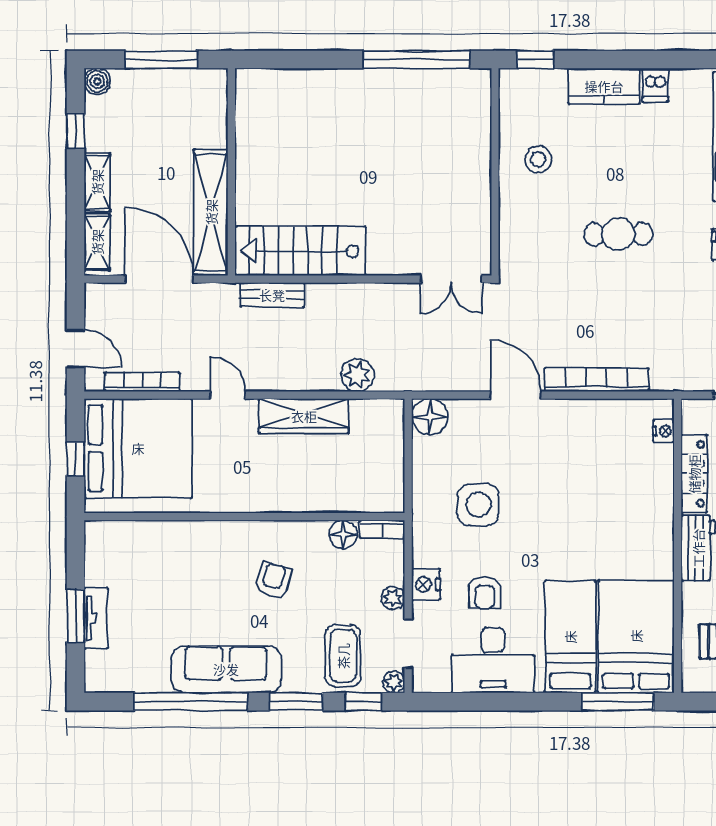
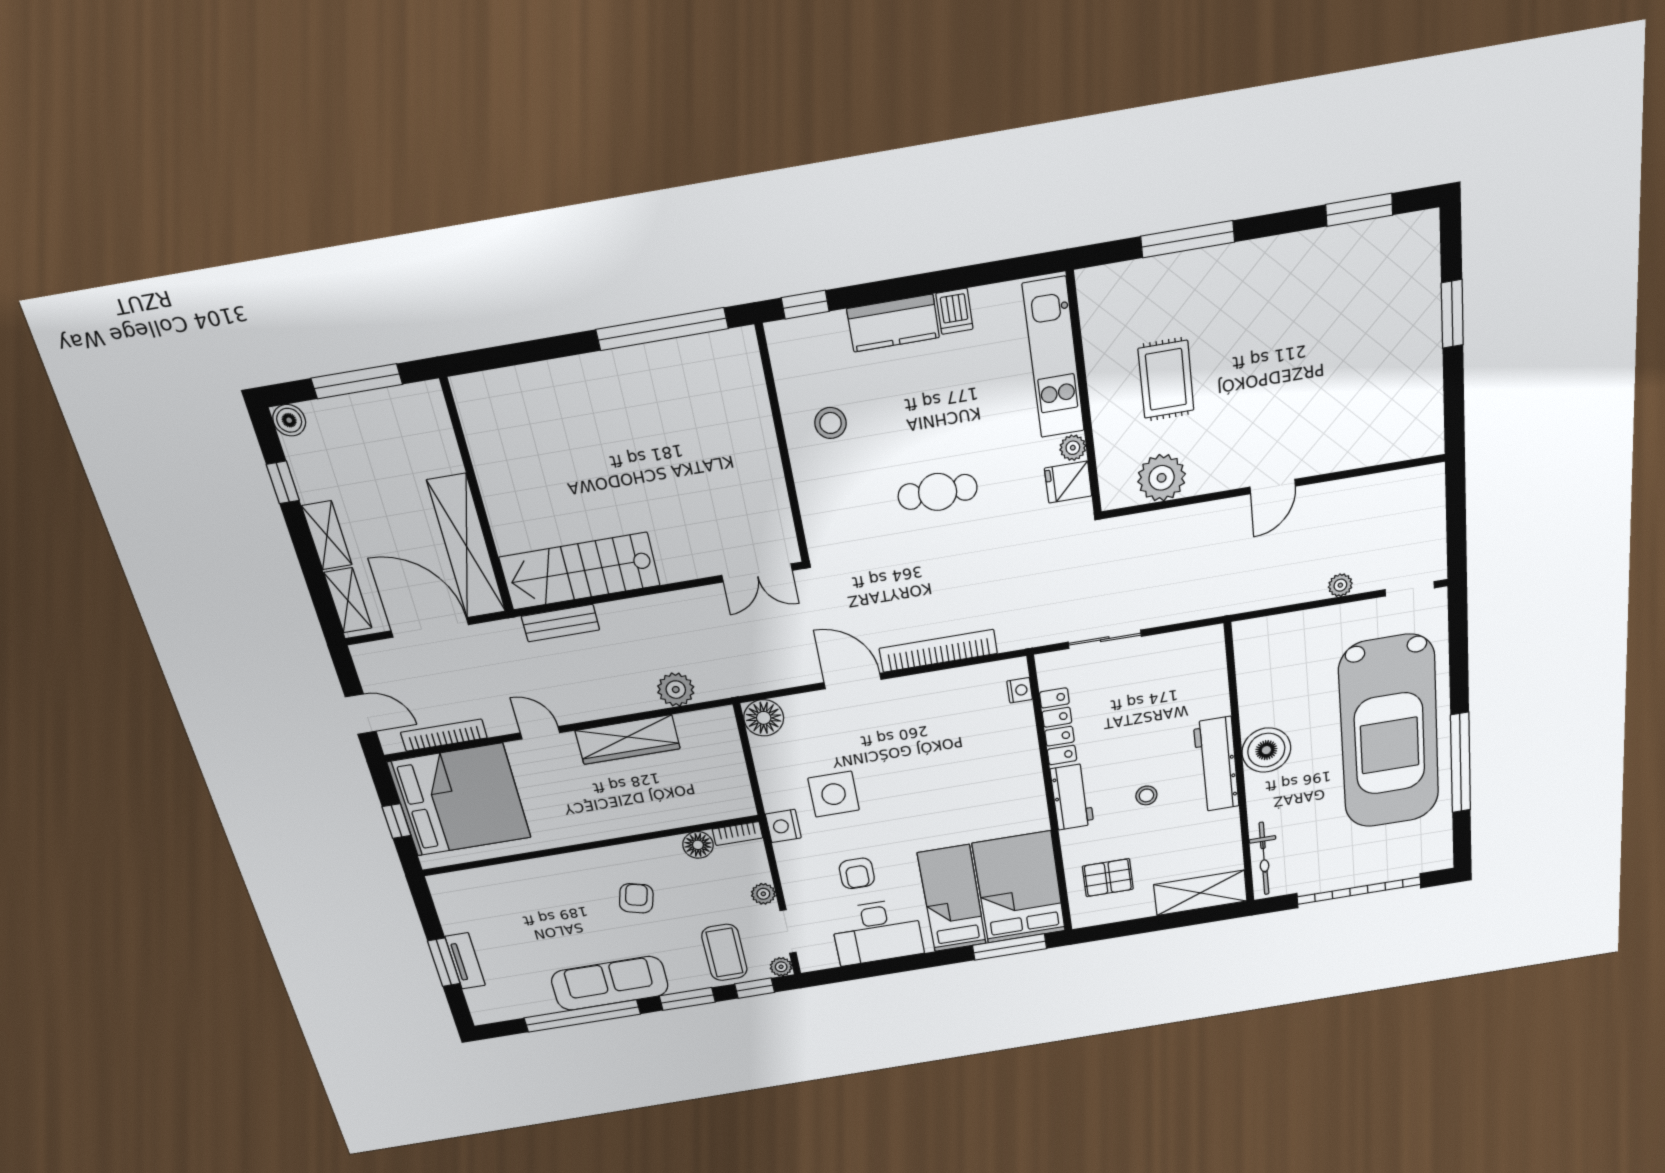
nightstand: (426, 584) -> (783, 826), moved

